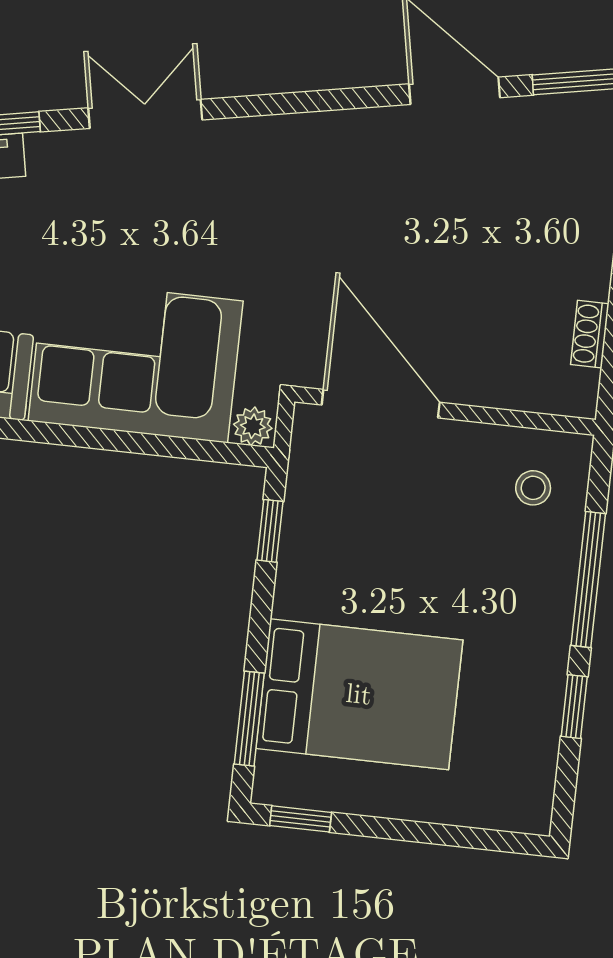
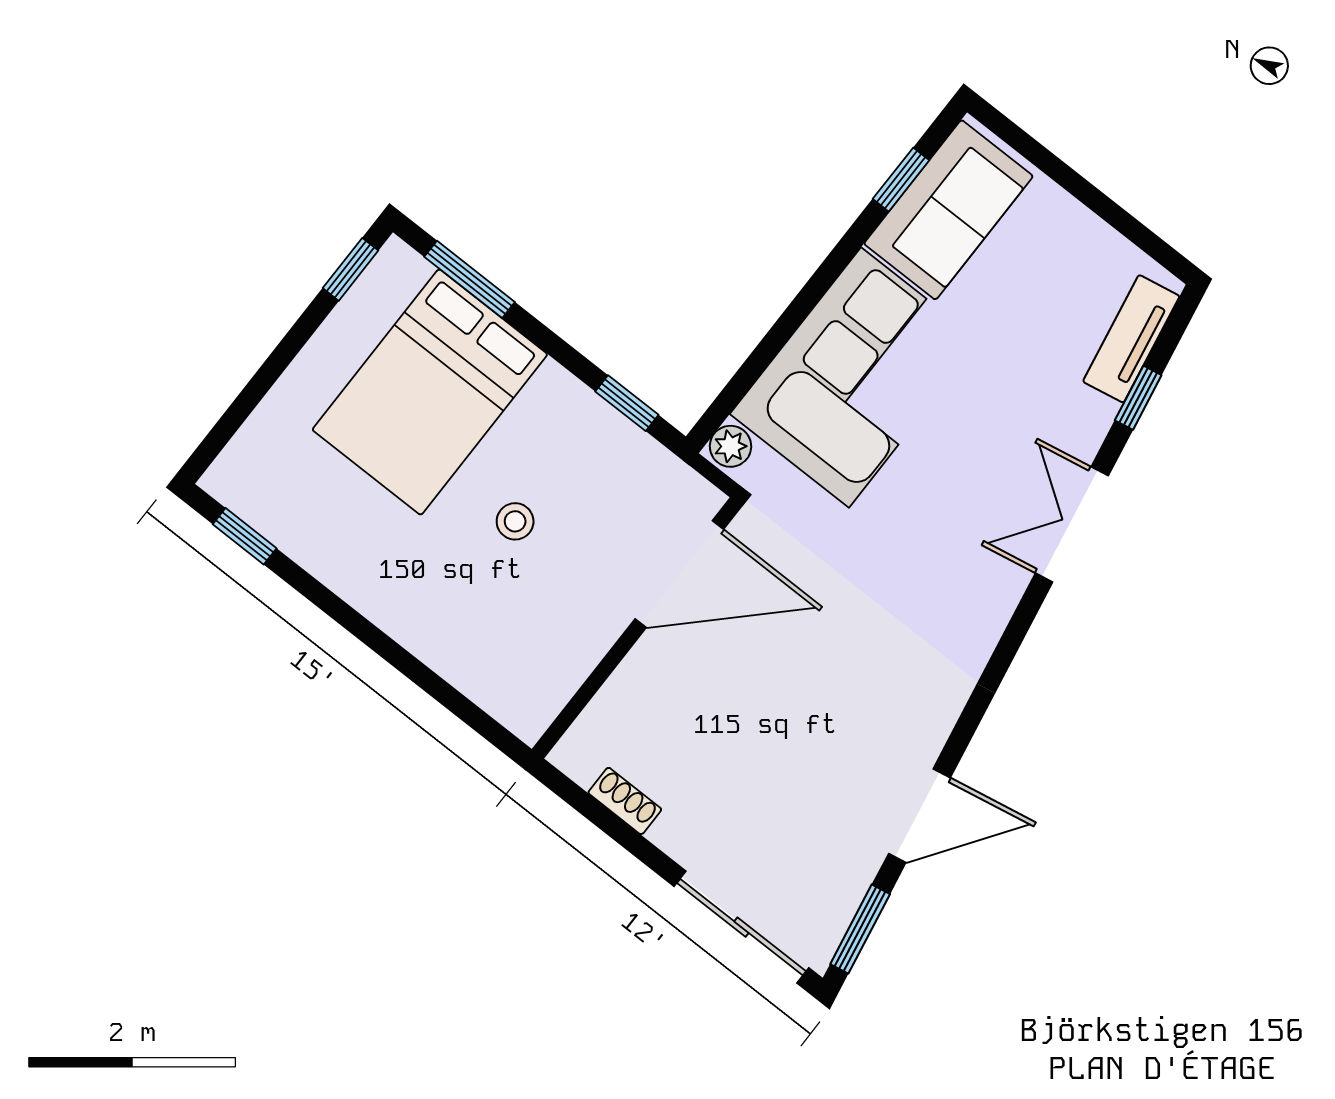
double door: (145, 114) -> (1072, 524), swing flipped
stool: (533, 488) -> (515, 521), moved
window: (588, 580) -> (405, 662), removed
window: (574, 707) -> (245, 536), moved

